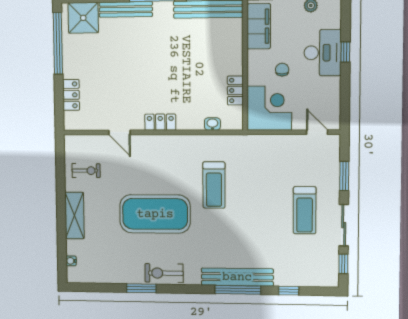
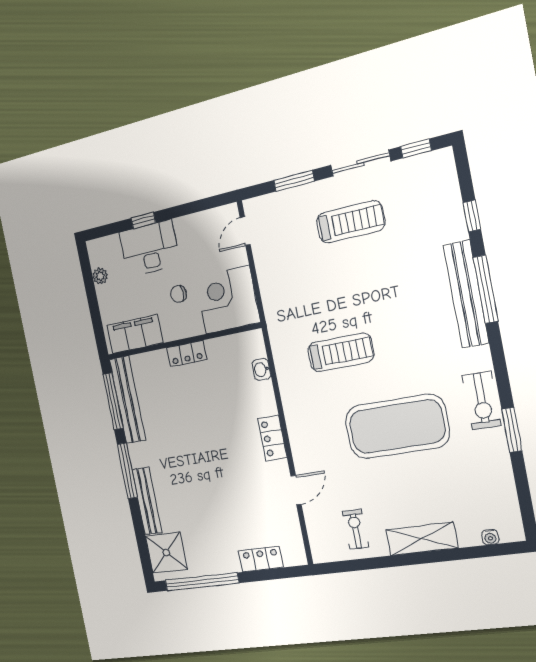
locker: (235, 90) -> (187, 354), moved
exercise mat: (155, 214) -> (397, 427), turned 90

